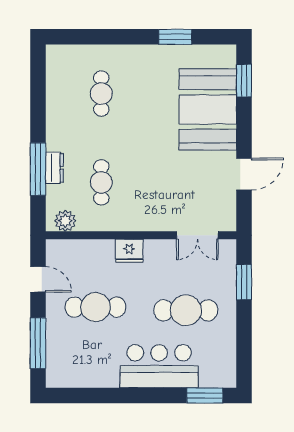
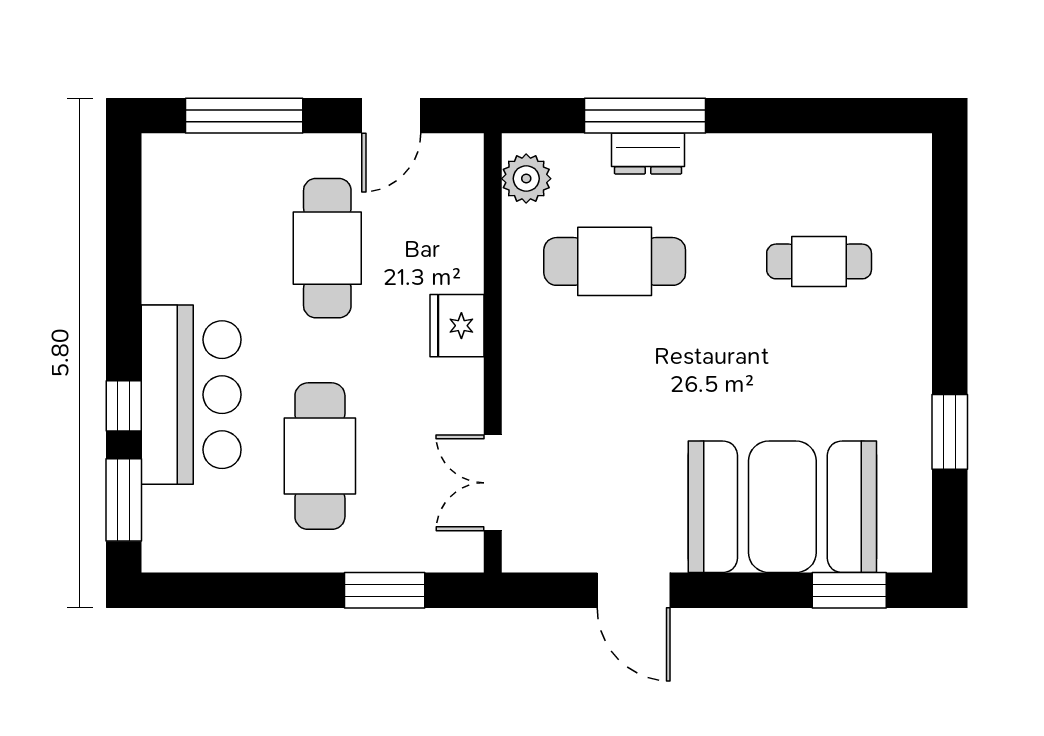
cafe table: (101, 182) -> (615, 261), width x1.37, depth x1.35
window: (164, 396) -> (124, 406), added

